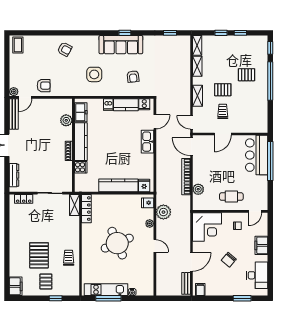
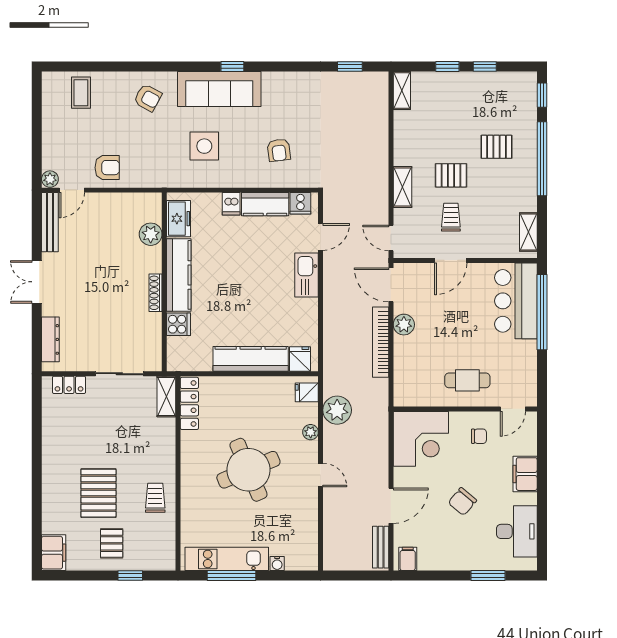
window: (125, 33) -> (232, 66), moved
coffee table: (18, 45) -> (81, 93), moved
sofa: (121, 45) -> (219, 89), moved
shelving: (197, 66) -> (528, 232), moved
plant: (198, 189) -> (404, 325), moved

